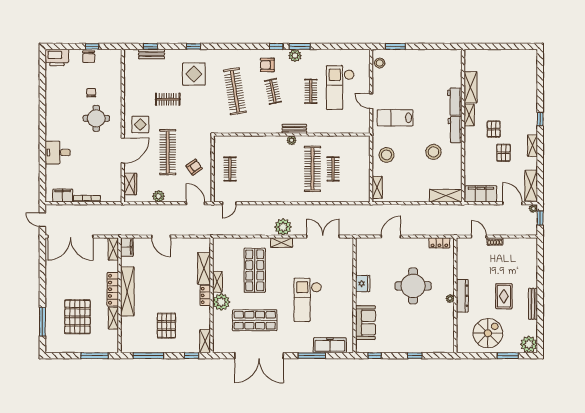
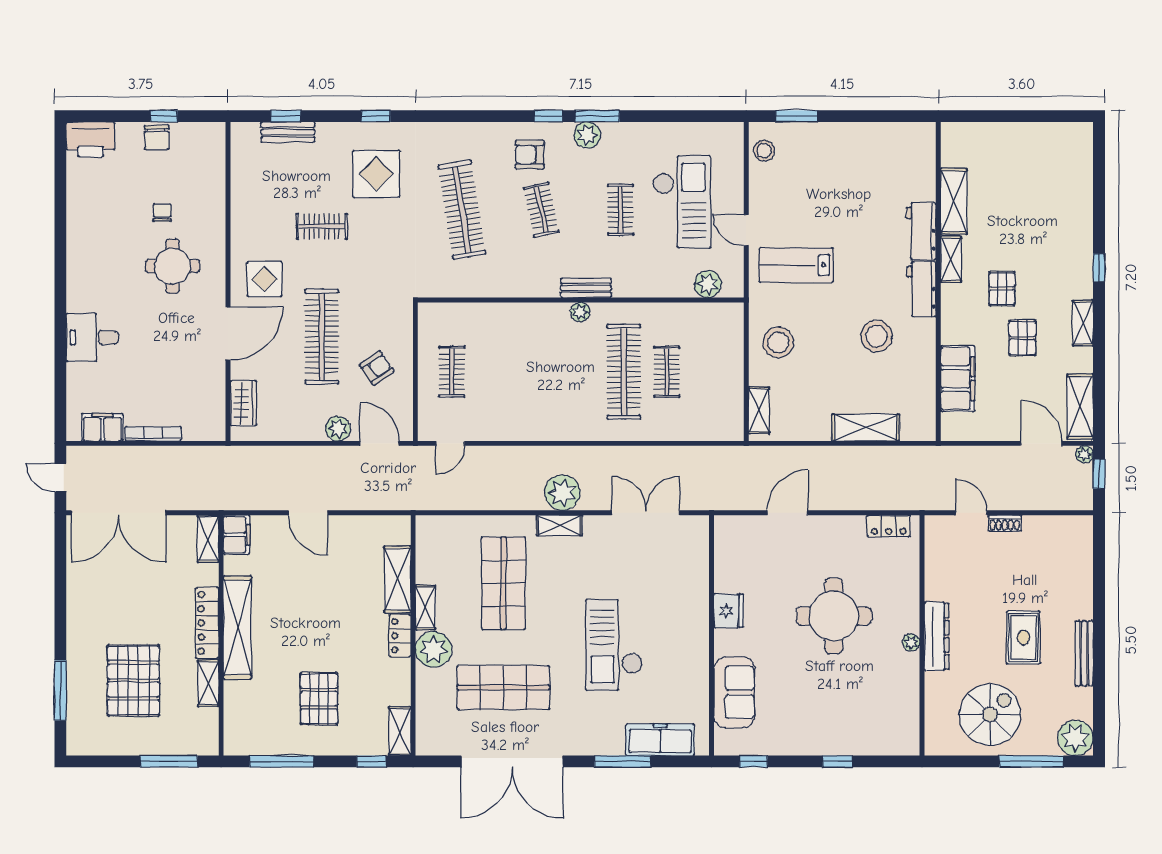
checkout: (340, 88) -> (682, 202), turned 180
plant: (353, 127) -> (708, 284), added
filing cabinet: (481, 194) -> (958, 379), moved, turned 90
plant: (159, 196) -> (338, 429), moved
shelving: (446, 196) -> (866, 428), moved
window: (508, 356) -> (1031, 761), width x1.44

